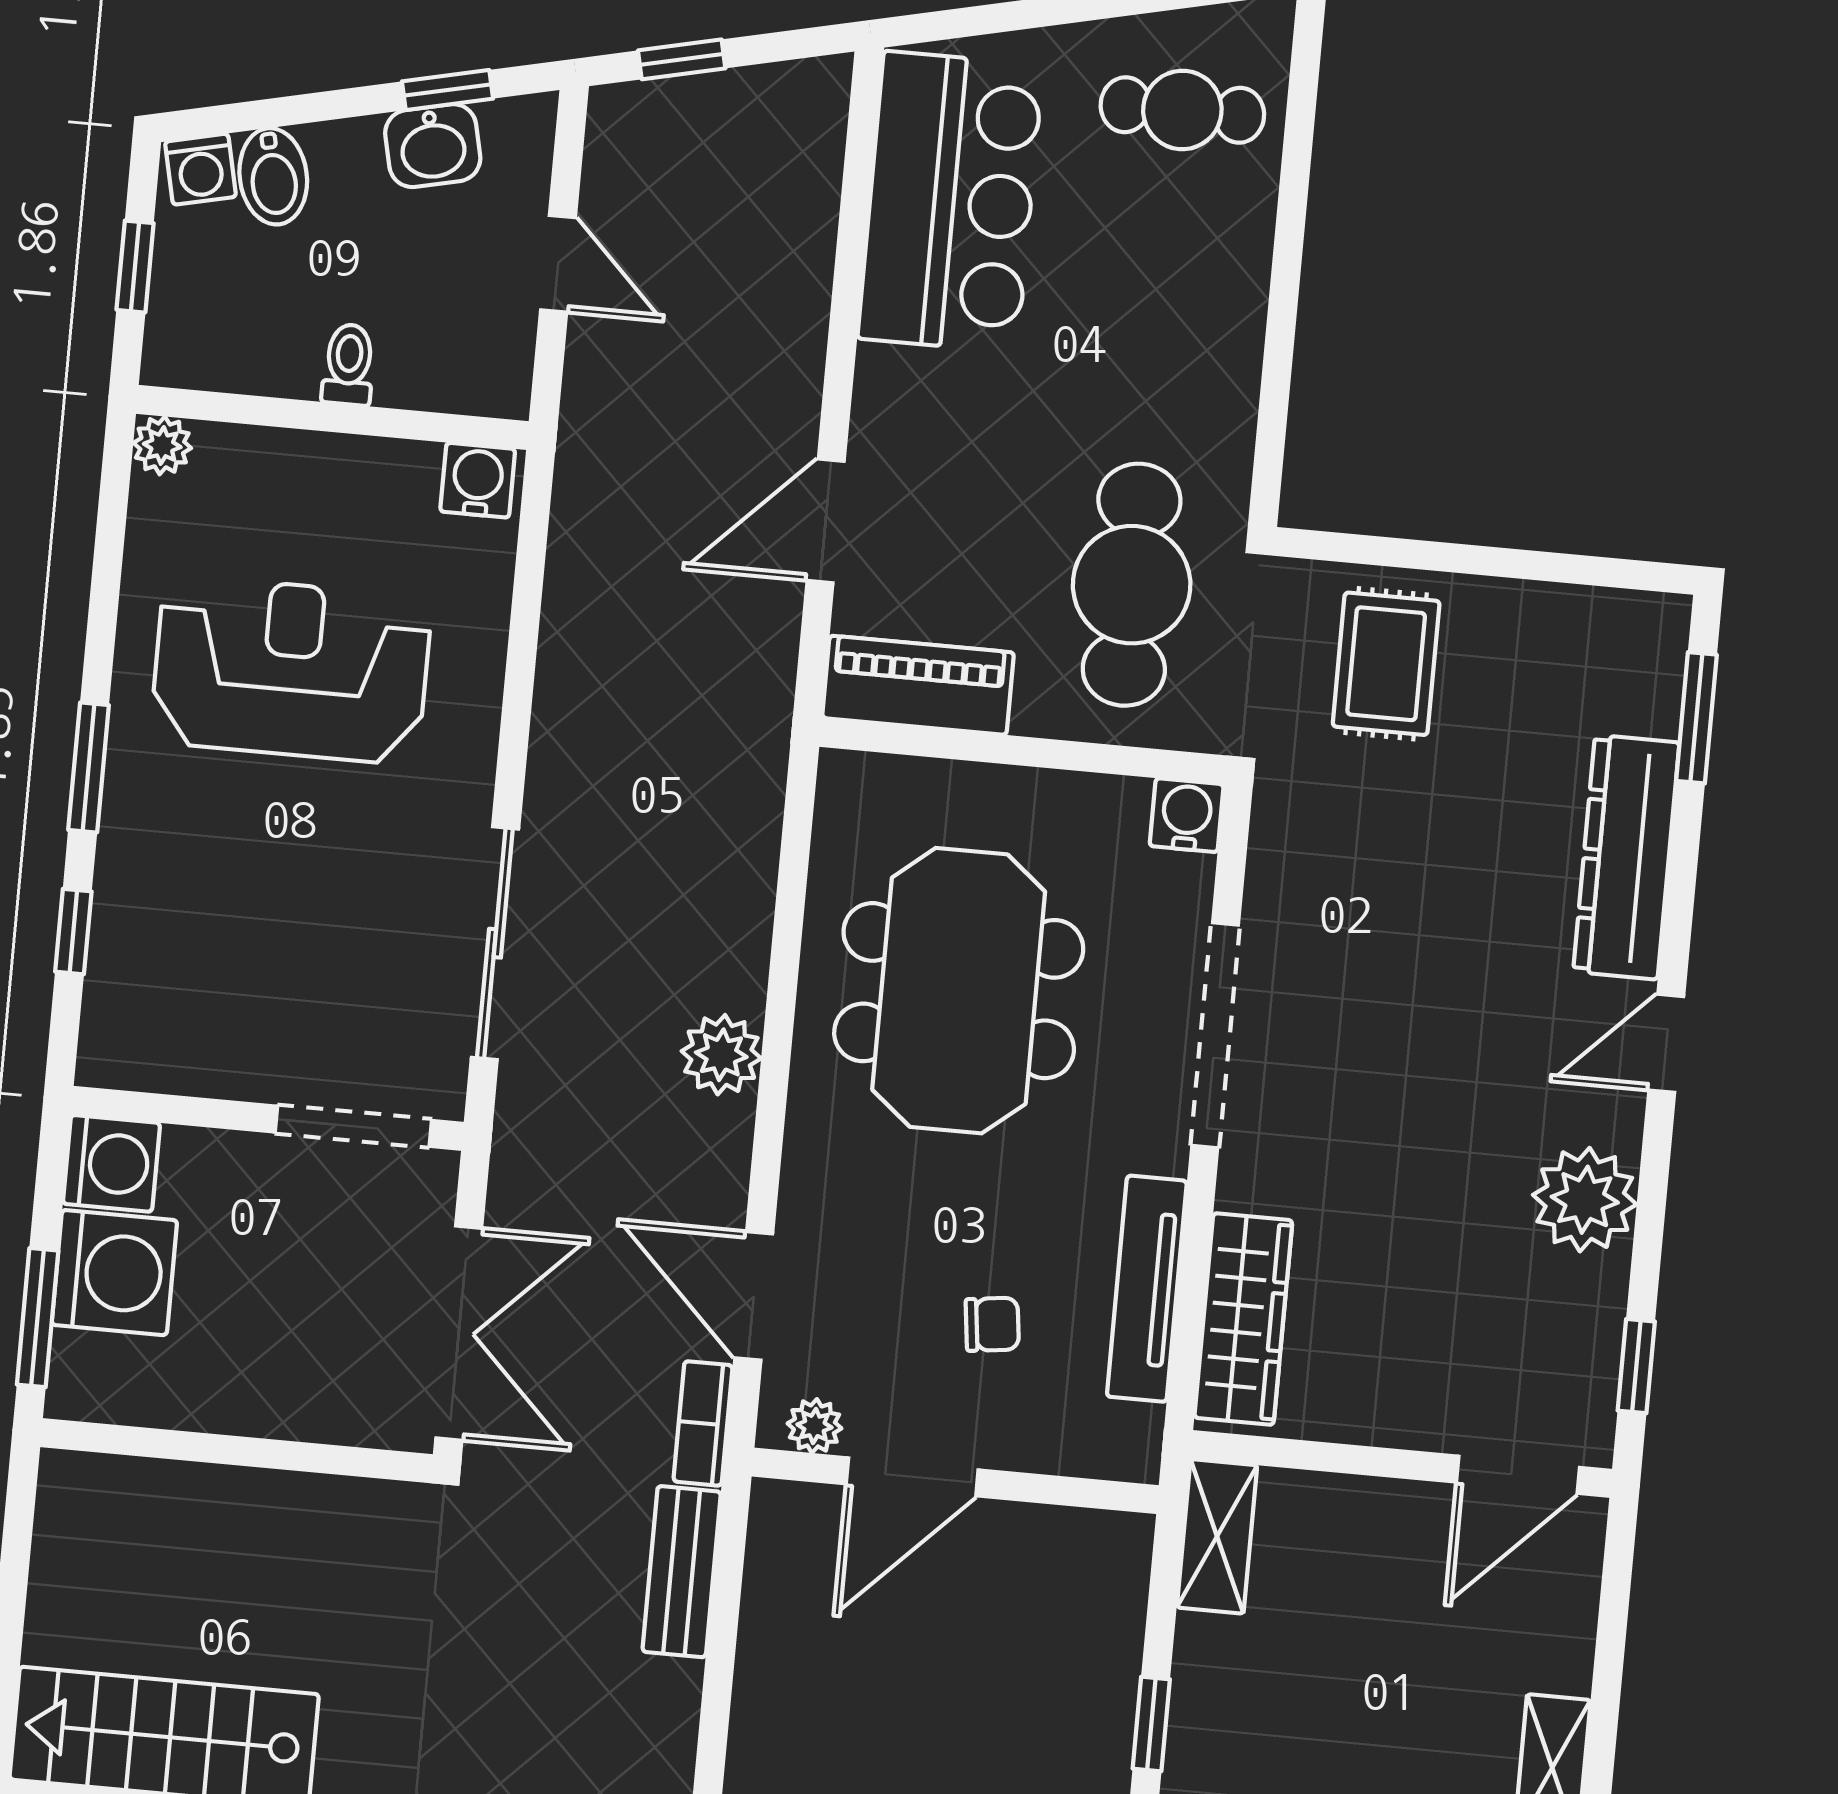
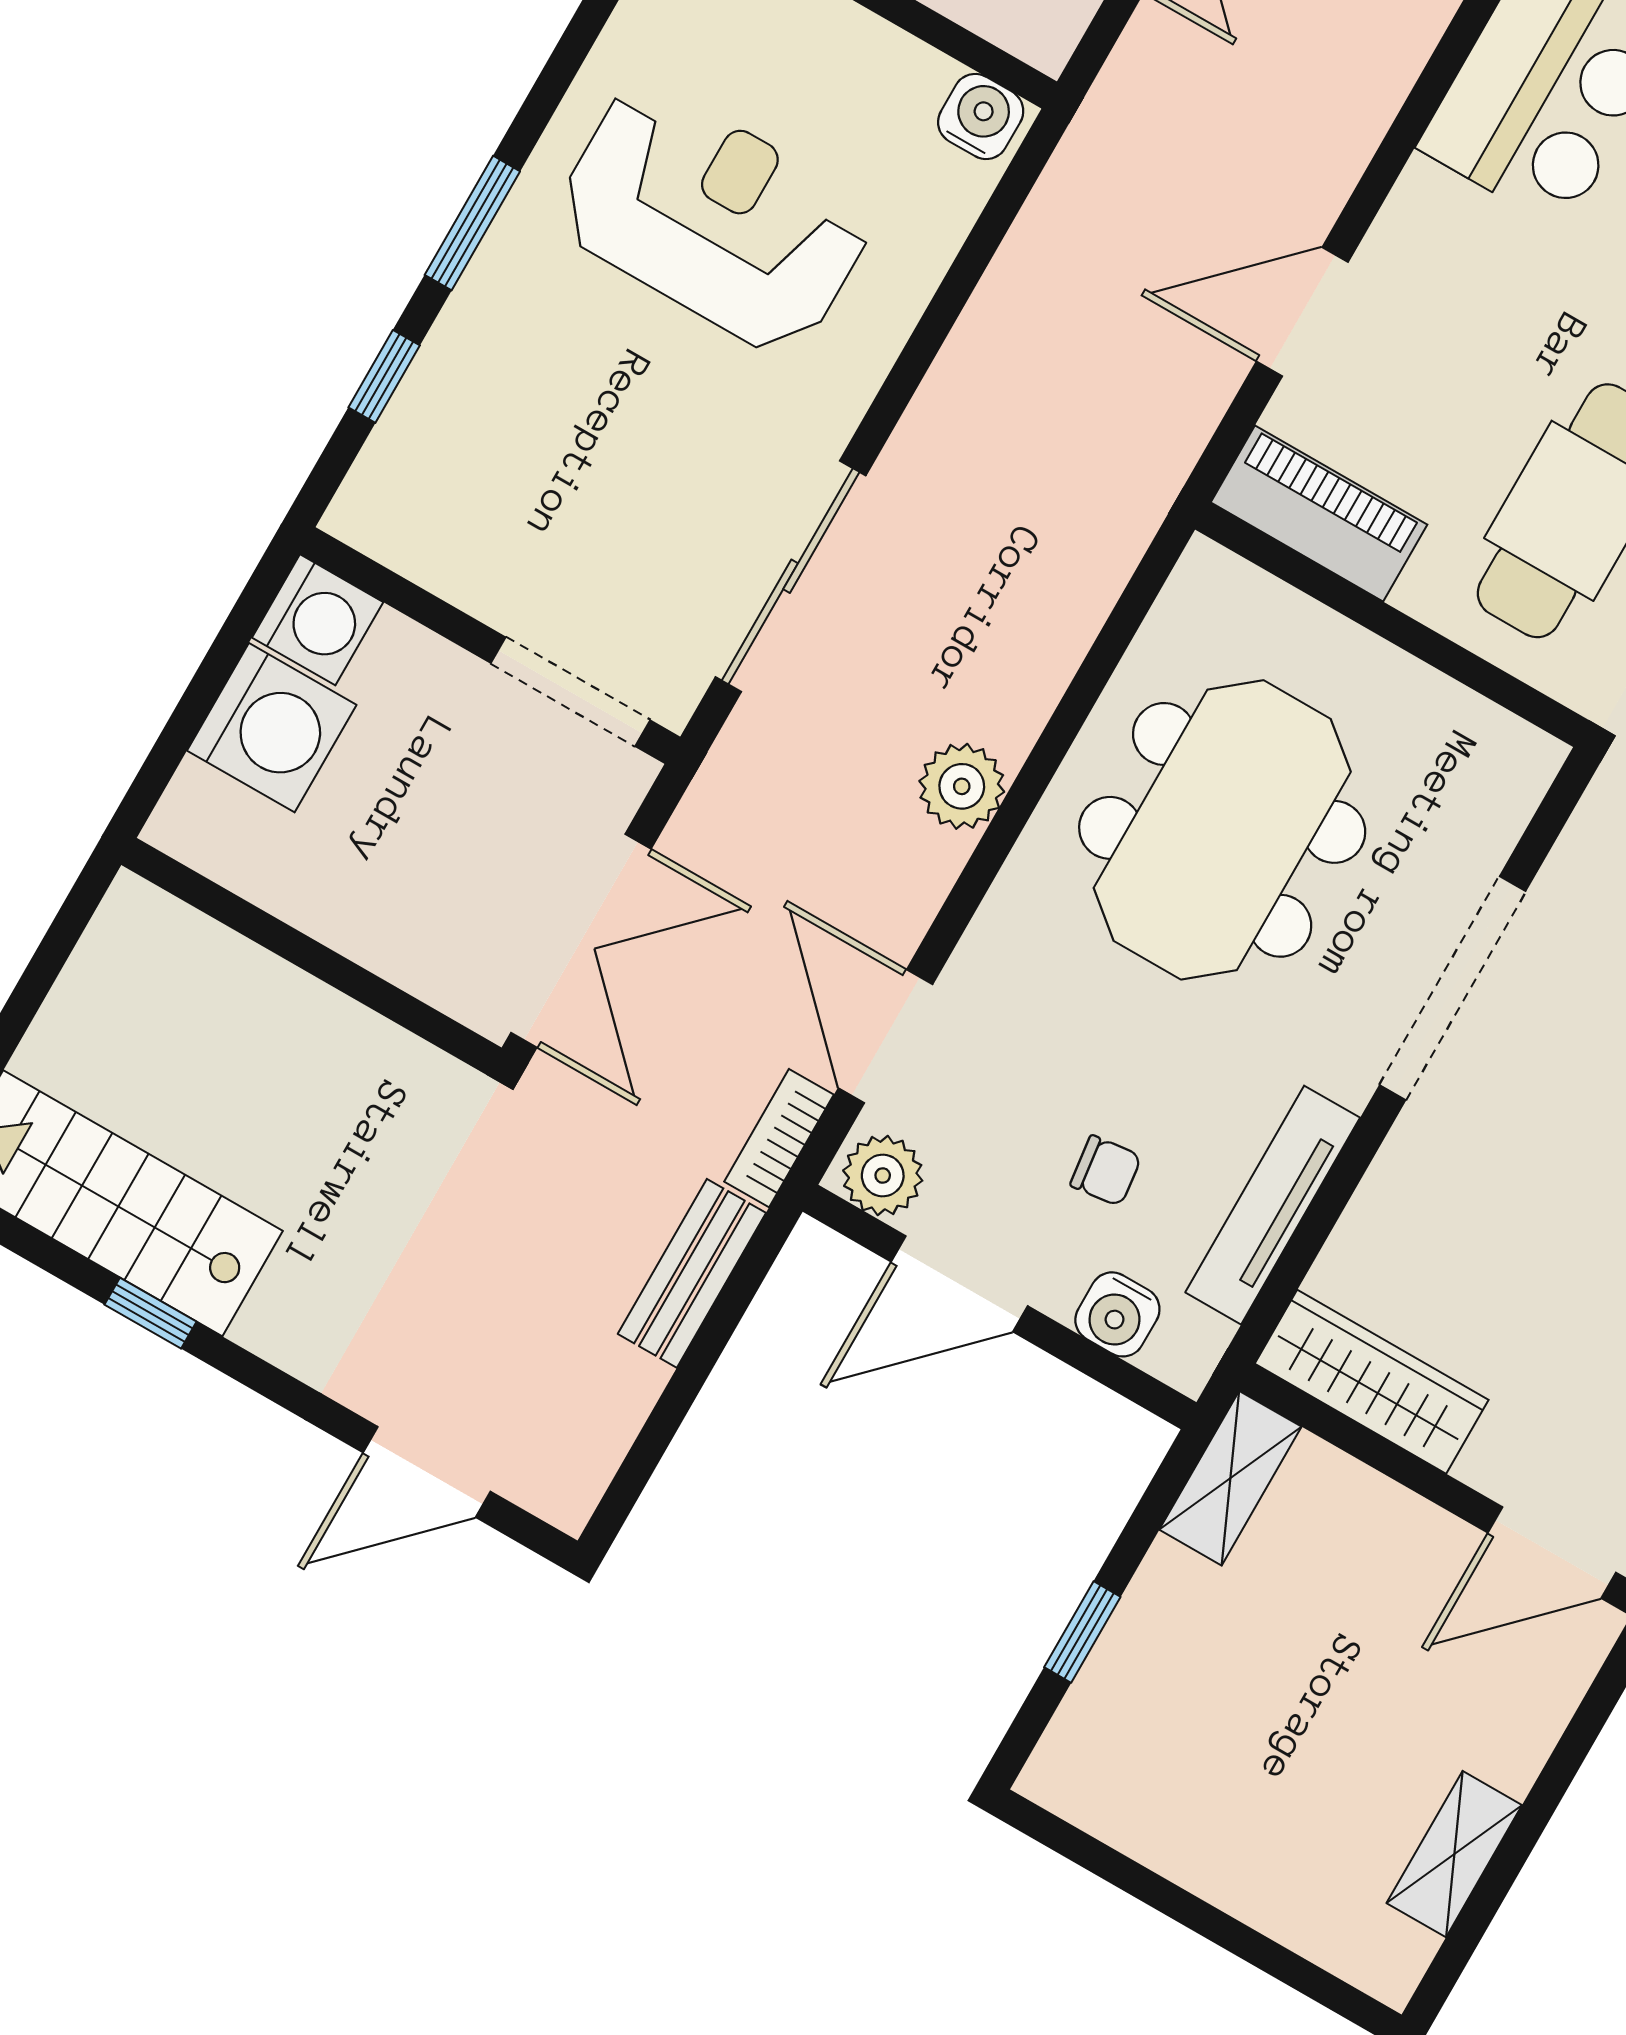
water cooler: (1187, 815) -> (1117, 1314), moved, turned 180
window: (38, 1318) -> (177, 737), removed
wardrobe: (1243, 1319) -> (1372, 1382), moved, turned -90
plant: (814, 1426) -> (883, 1176), width x1.38, depth x1.38

